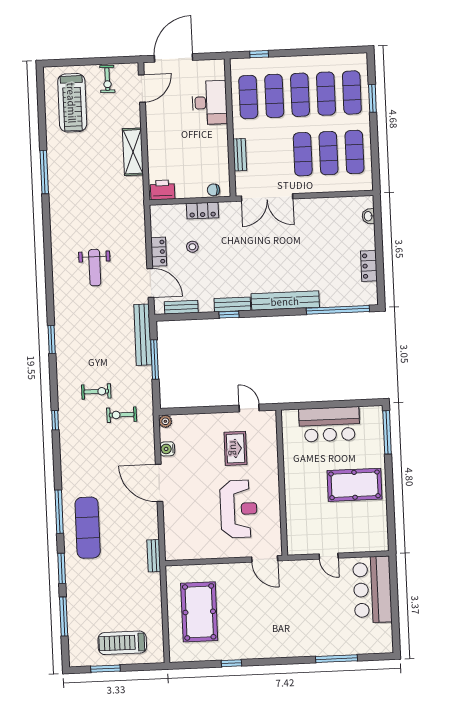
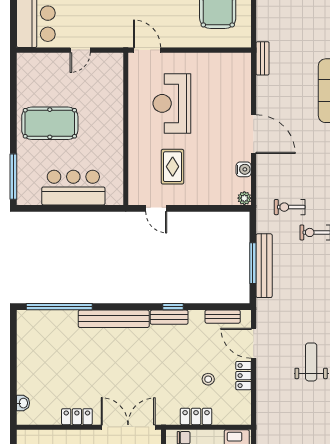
locker: (369, 266) -> (77, 417), moved, turned -90
bench: (143, 335) -> (264, 266), moved
exercise bike: (122, 415) -> (290, 207), turned 180
door: (329, 556) -> (80, 50), swing flipped

